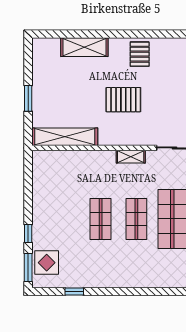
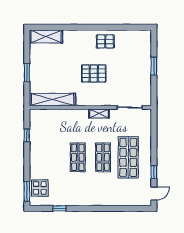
shelving: (84, 47) -> (46, 36), moved
pallet: (140, 54) -> (105, 41), turned 90
window: (28, 233) -> (27, 135), moved

